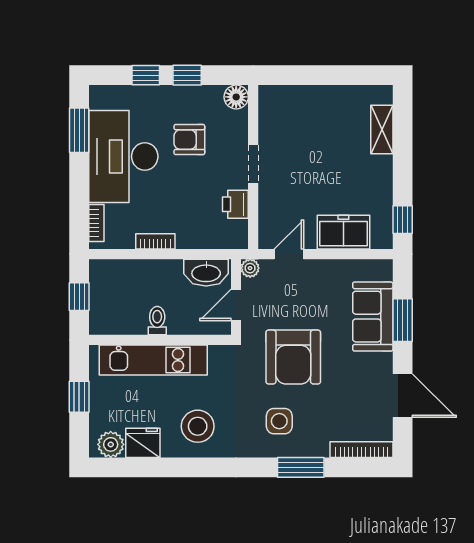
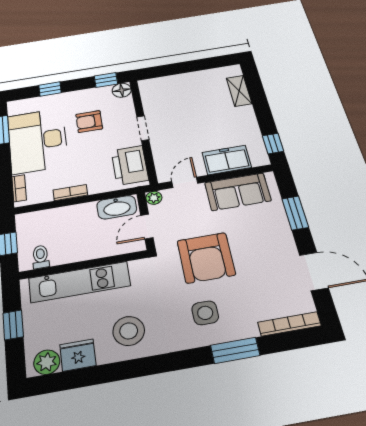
window: (187, 75) -> (106, 80), moved
printer: (235, 204) -> (130, 165), width x1.87, depth x1.48
sofa: (373, 317) -> (238, 192), moved, turned -90
toilet: (157, 321) -> (41, 257), moved

